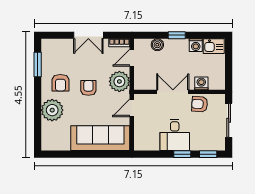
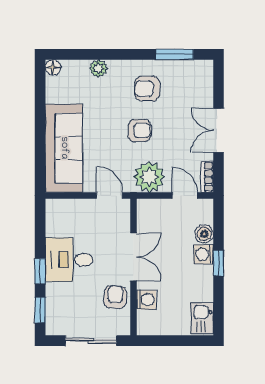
washing machine: (196, 45) -> (204, 254), moved
plant: (52, 110) -> (98, 68), width x0.53, depth x0.53
floor lamp: (46, 146) -> (53, 67), added

